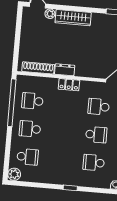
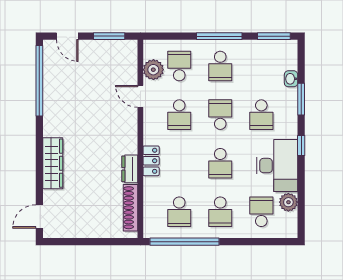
plant: (50, 14) -> (50, 197), removed
school desk: (63, 132) -> (220, 163), added
desk: (58, 170) -> (277, 166), added
plant: (14, 174) -> (288, 202), moved
window: (102, 191) -> (301, 99), added

